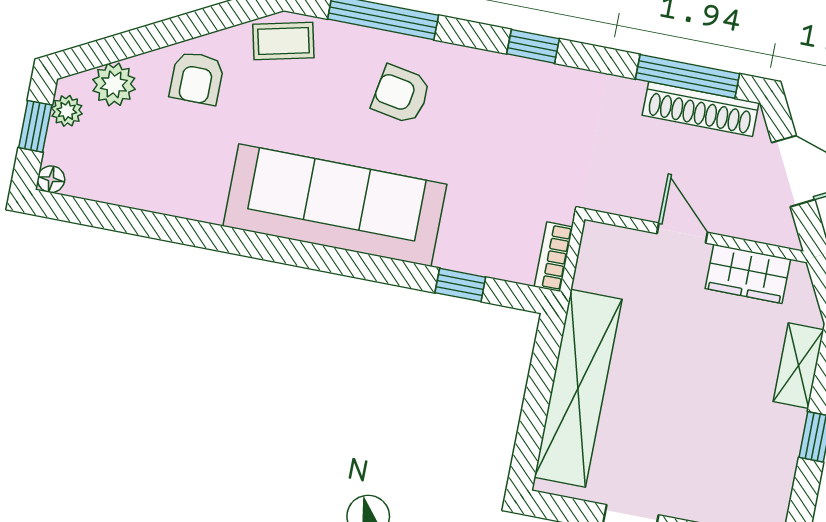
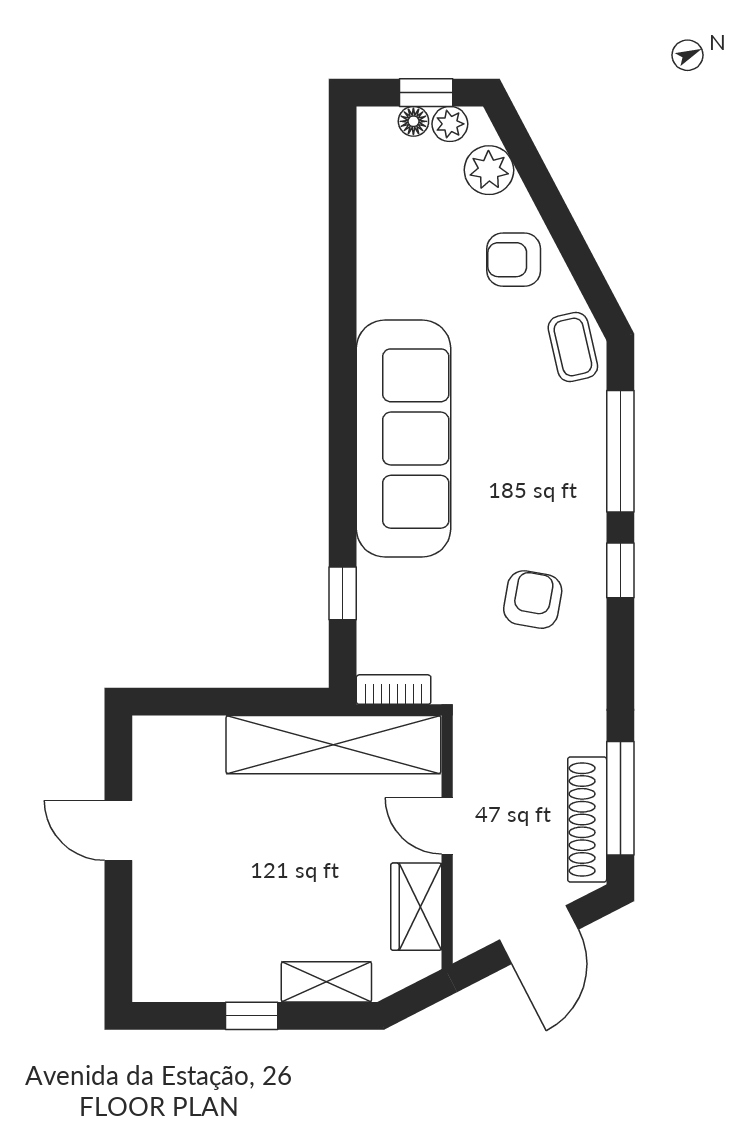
window: (533, 46) -> (620, 570), moved
armchair: (401, 94) -> (533, 600), moved
floor lamp: (51, 179) -> (413, 121), moved
door: (682, 233) -> (447, 826), swing flipped
shelving: (578, 388) -> (333, 745), moved

